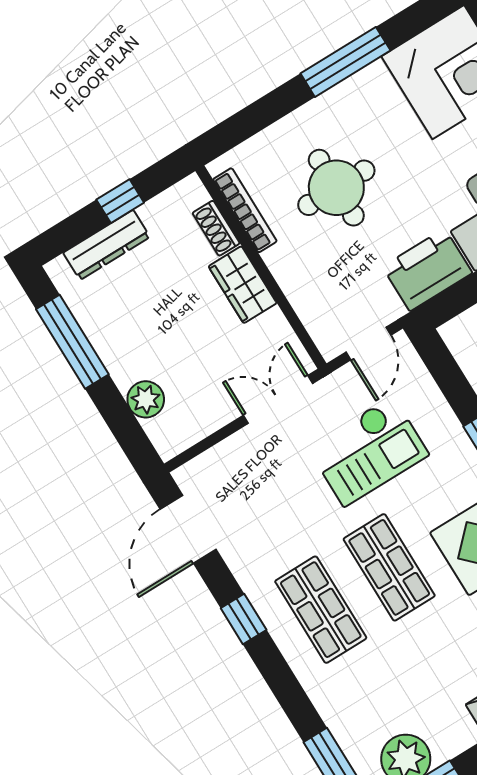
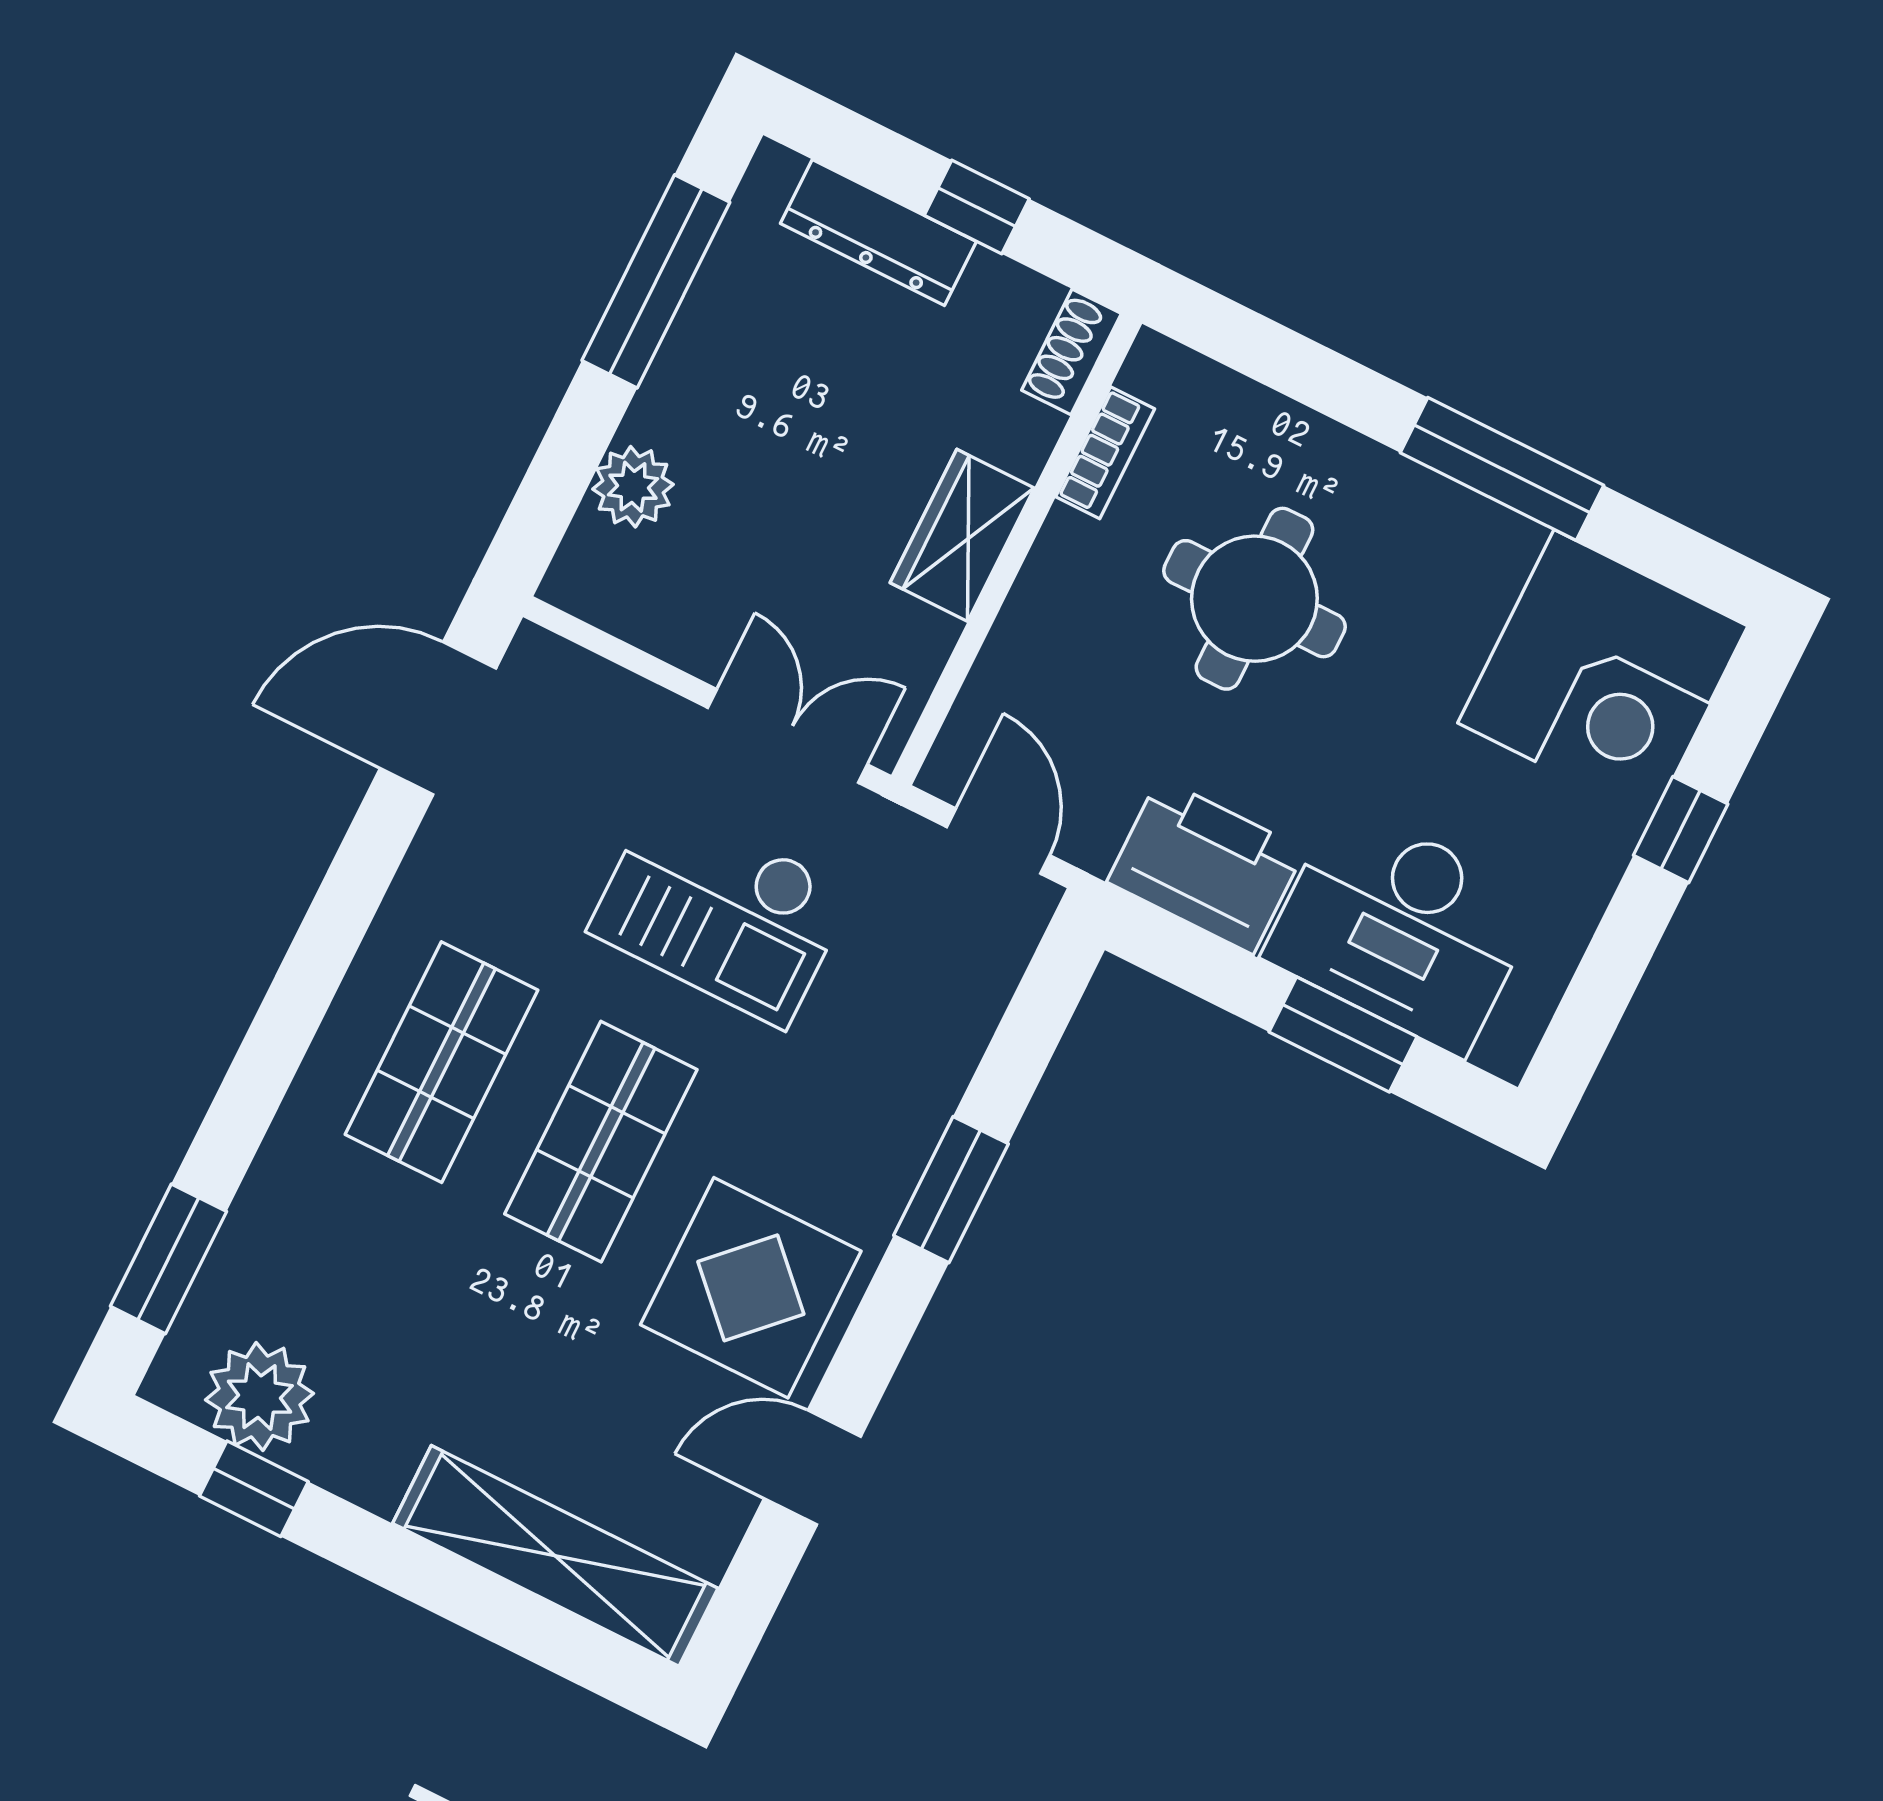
bookcase: (245, 210) -> (1105, 453), width x0.64
shoe rack: (216, 228) -> (1071, 352), moved
door: (368, 344) -> (998, 841), swing flipped
checkout: (368, 451) -> (720, 912), moved
window: (244, 619) -> (334, 928), removed

